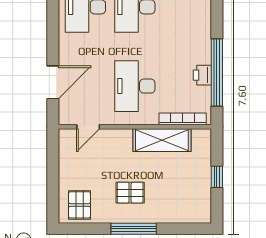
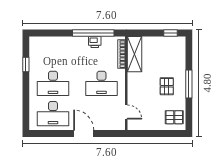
door: (53, 82) -> (84, 134), moved
shelving: (162, 140) -> (135, 54), moved
window: (217, 177) -> (170, 33), moved

